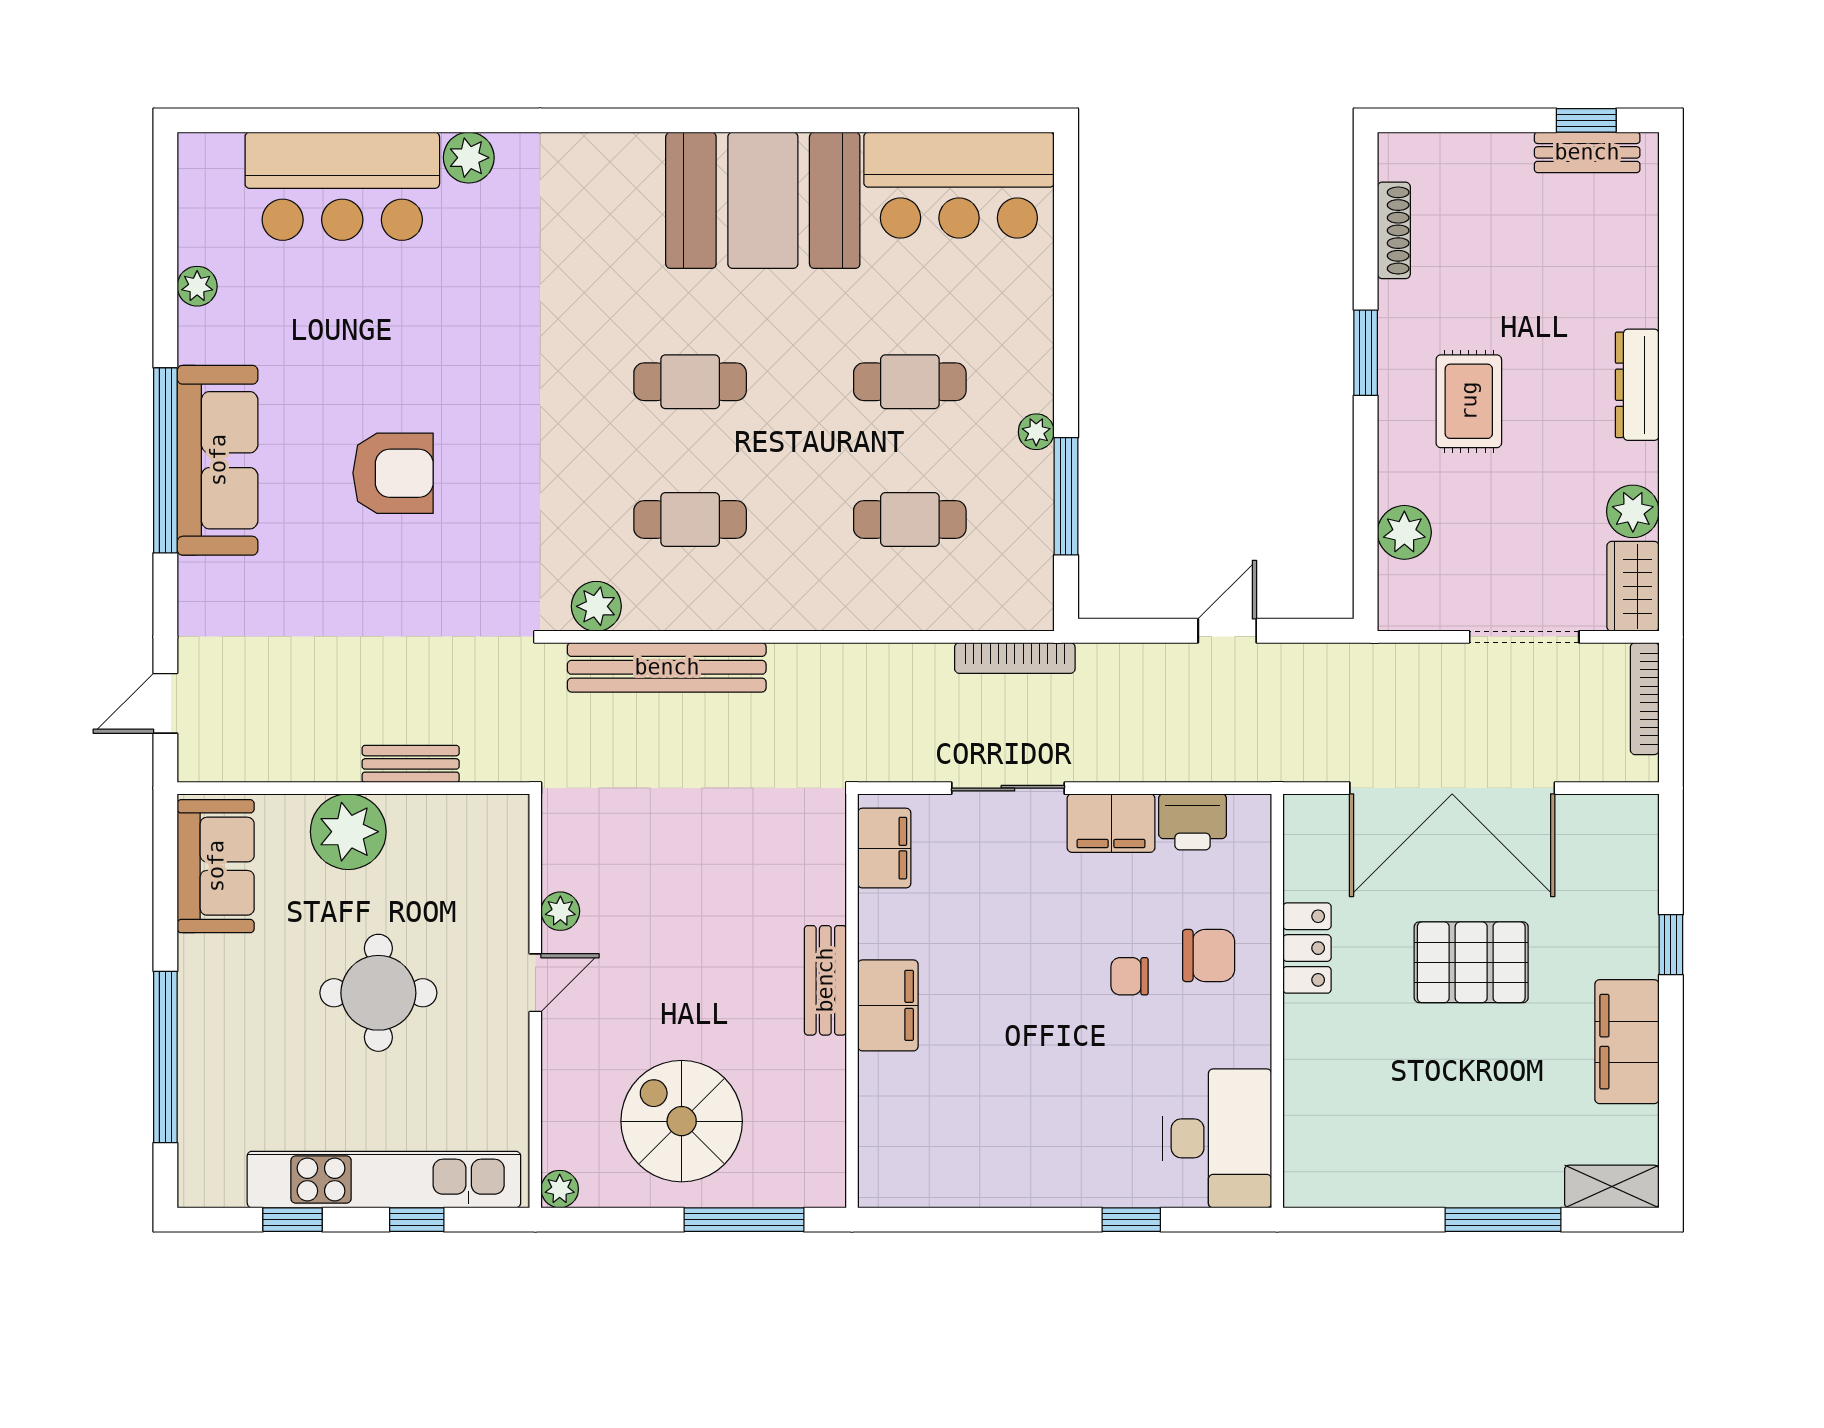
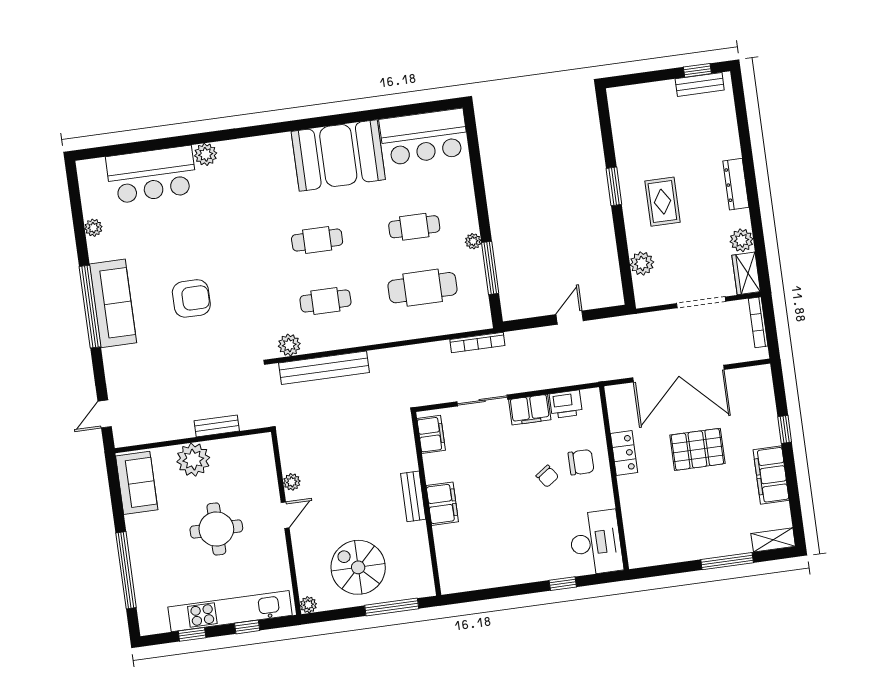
shoe rack: (1394, 230) -> (619, 131), removed
cafe table: (910, 519) -> (423, 288), width x1.37, depth x1.35
chair: (1130, 976) -> (547, 476), turned -125

